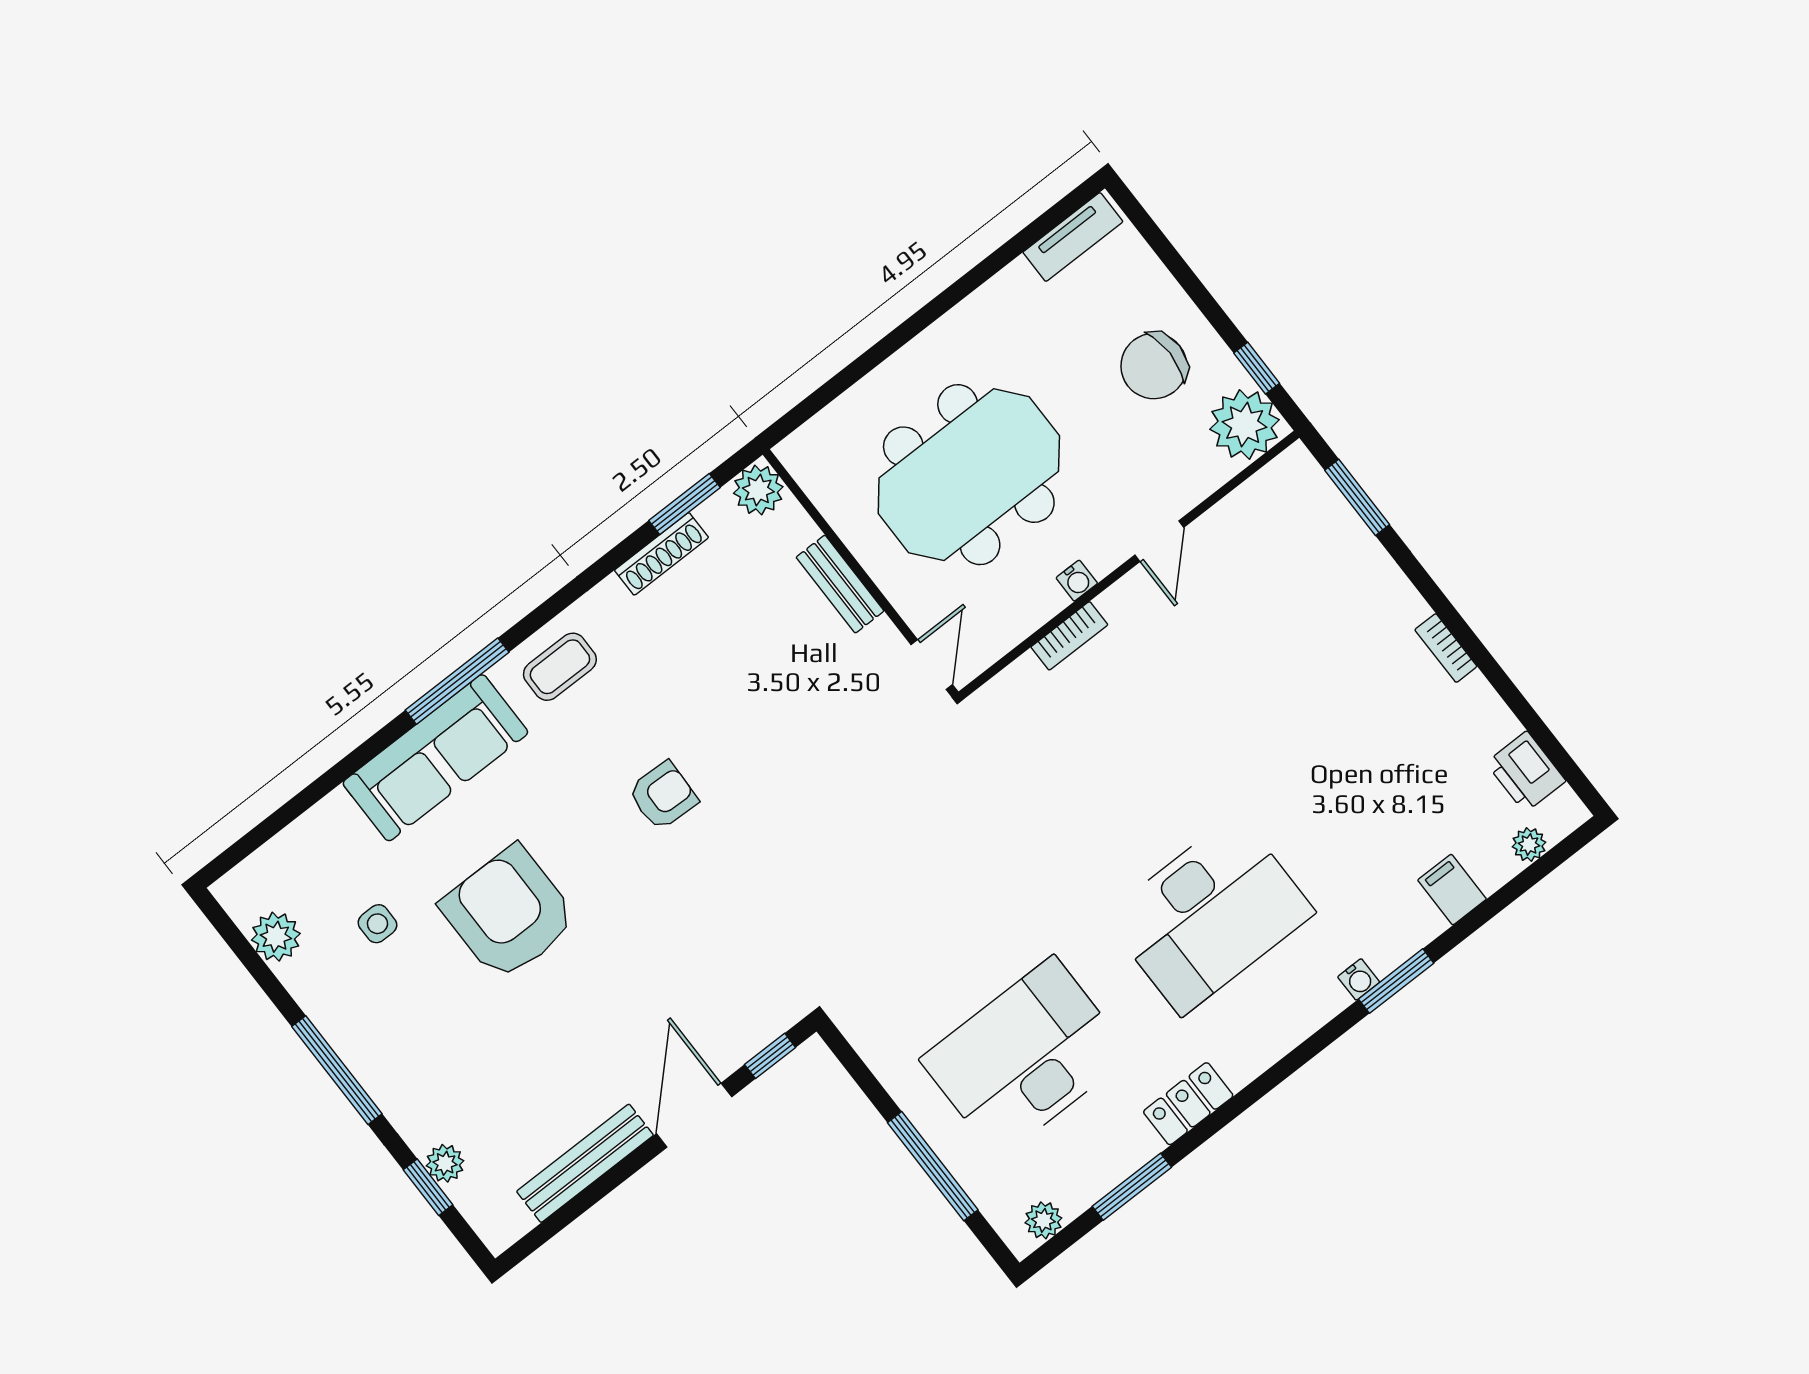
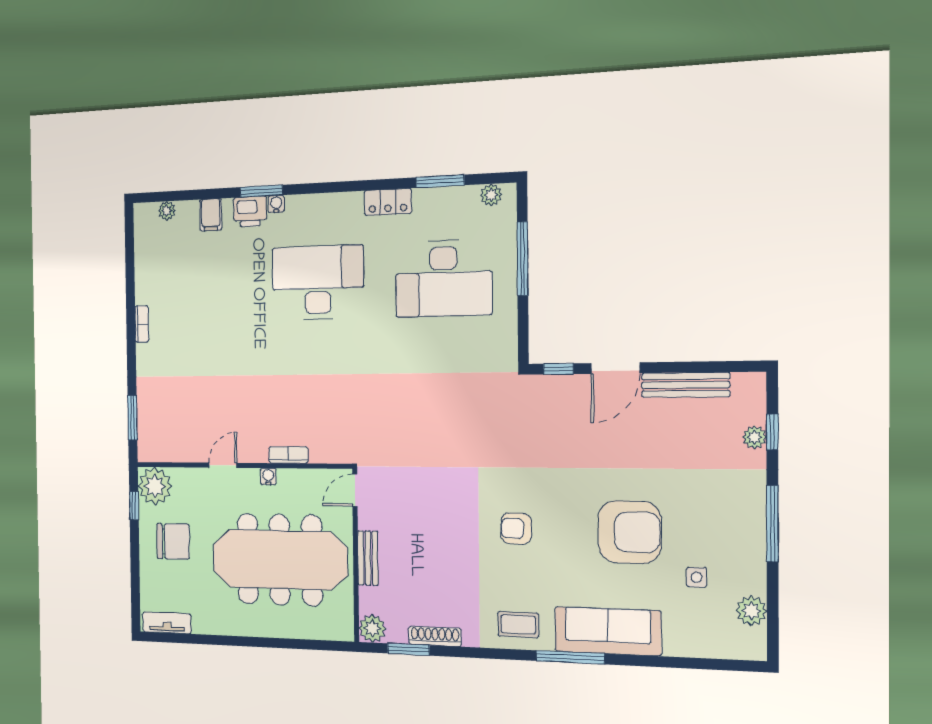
meeting table: (969, 475) -> (280, 560), width x1.36
printer: (1526, 772) -> (250, 212), moved, turned 90
armchair: (509, 913) -> (630, 532), turned -90

